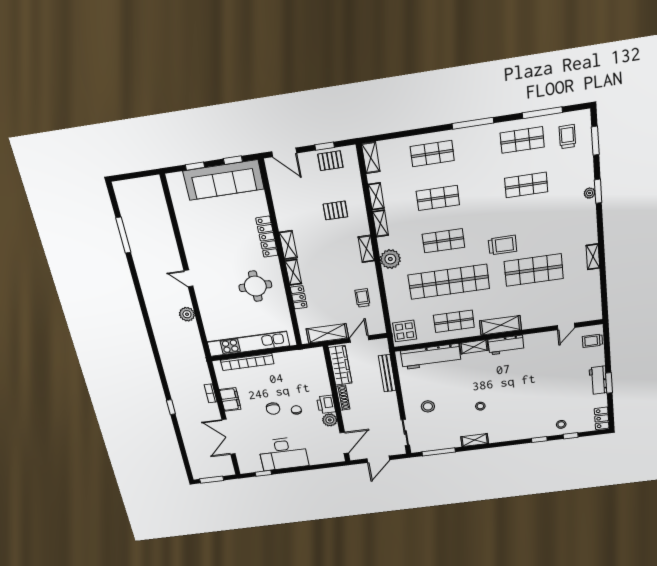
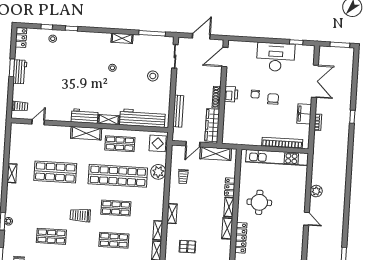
trolley: (502, 245) -> (80, 215), moved
plant: (390, 259) -> (158, 172), moved
plant: (330, 420) -> (231, 80), removed

